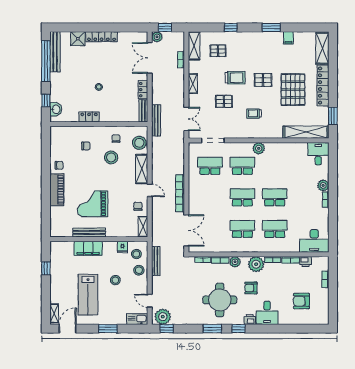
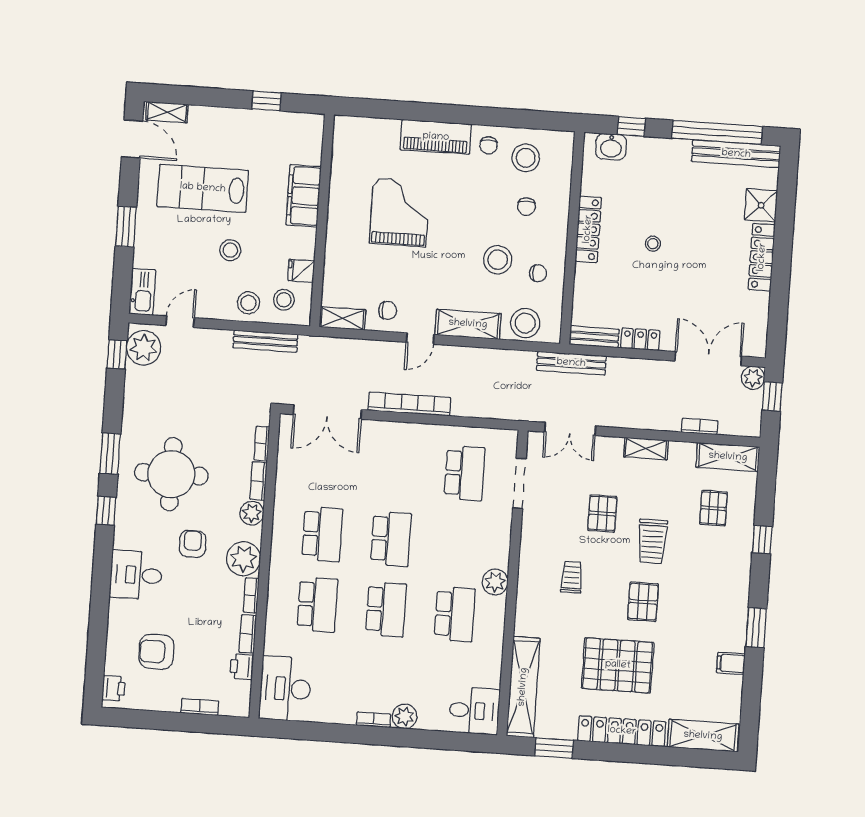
locker: (89, 117) -> (588, 229), width x1.53
stool: (64, 148) -> (526, 158), added
school desk: (242, 166) -> (455, 614), moved
bench: (89, 233) -> (338, 200), removed
armchair: (301, 301) -> (156, 652), turned -90
printer: (250, 319) -> (114, 688), moved

